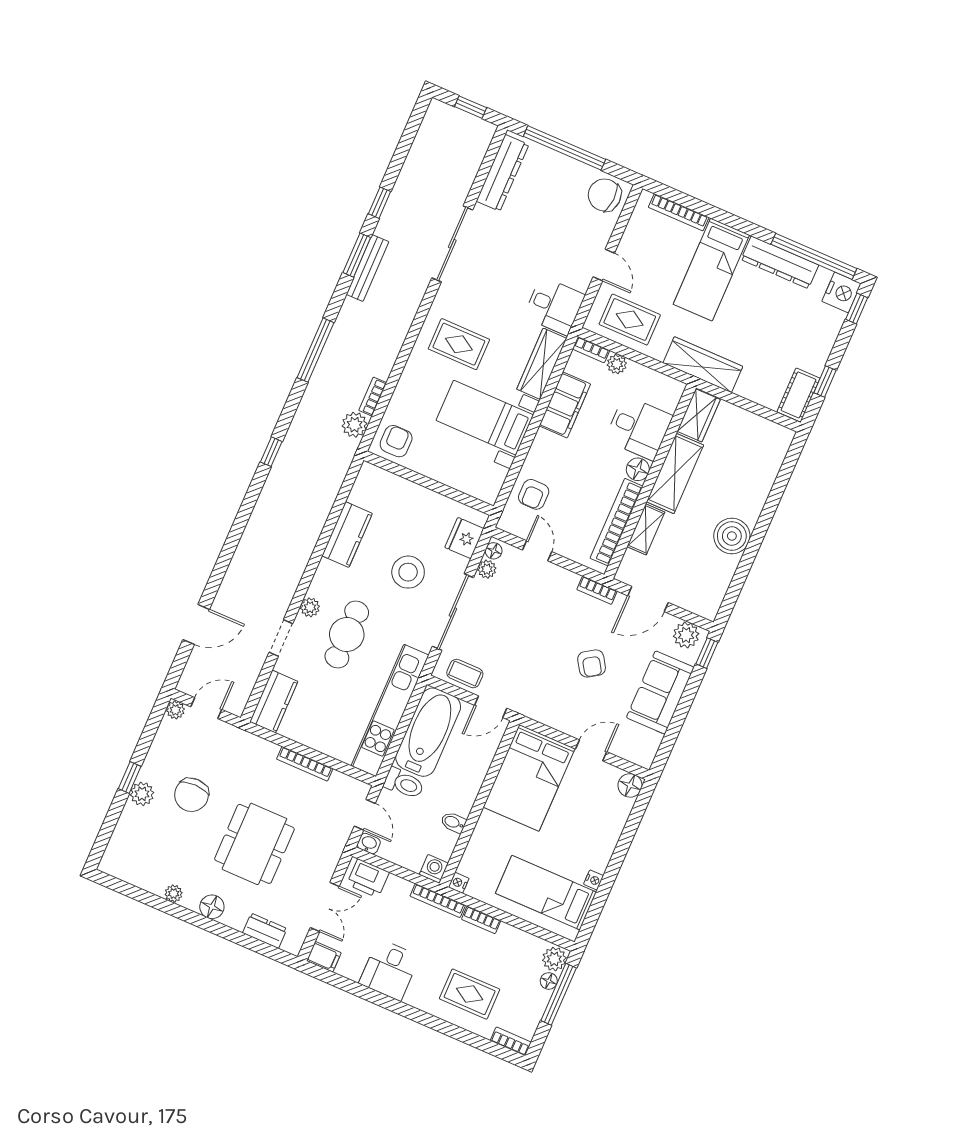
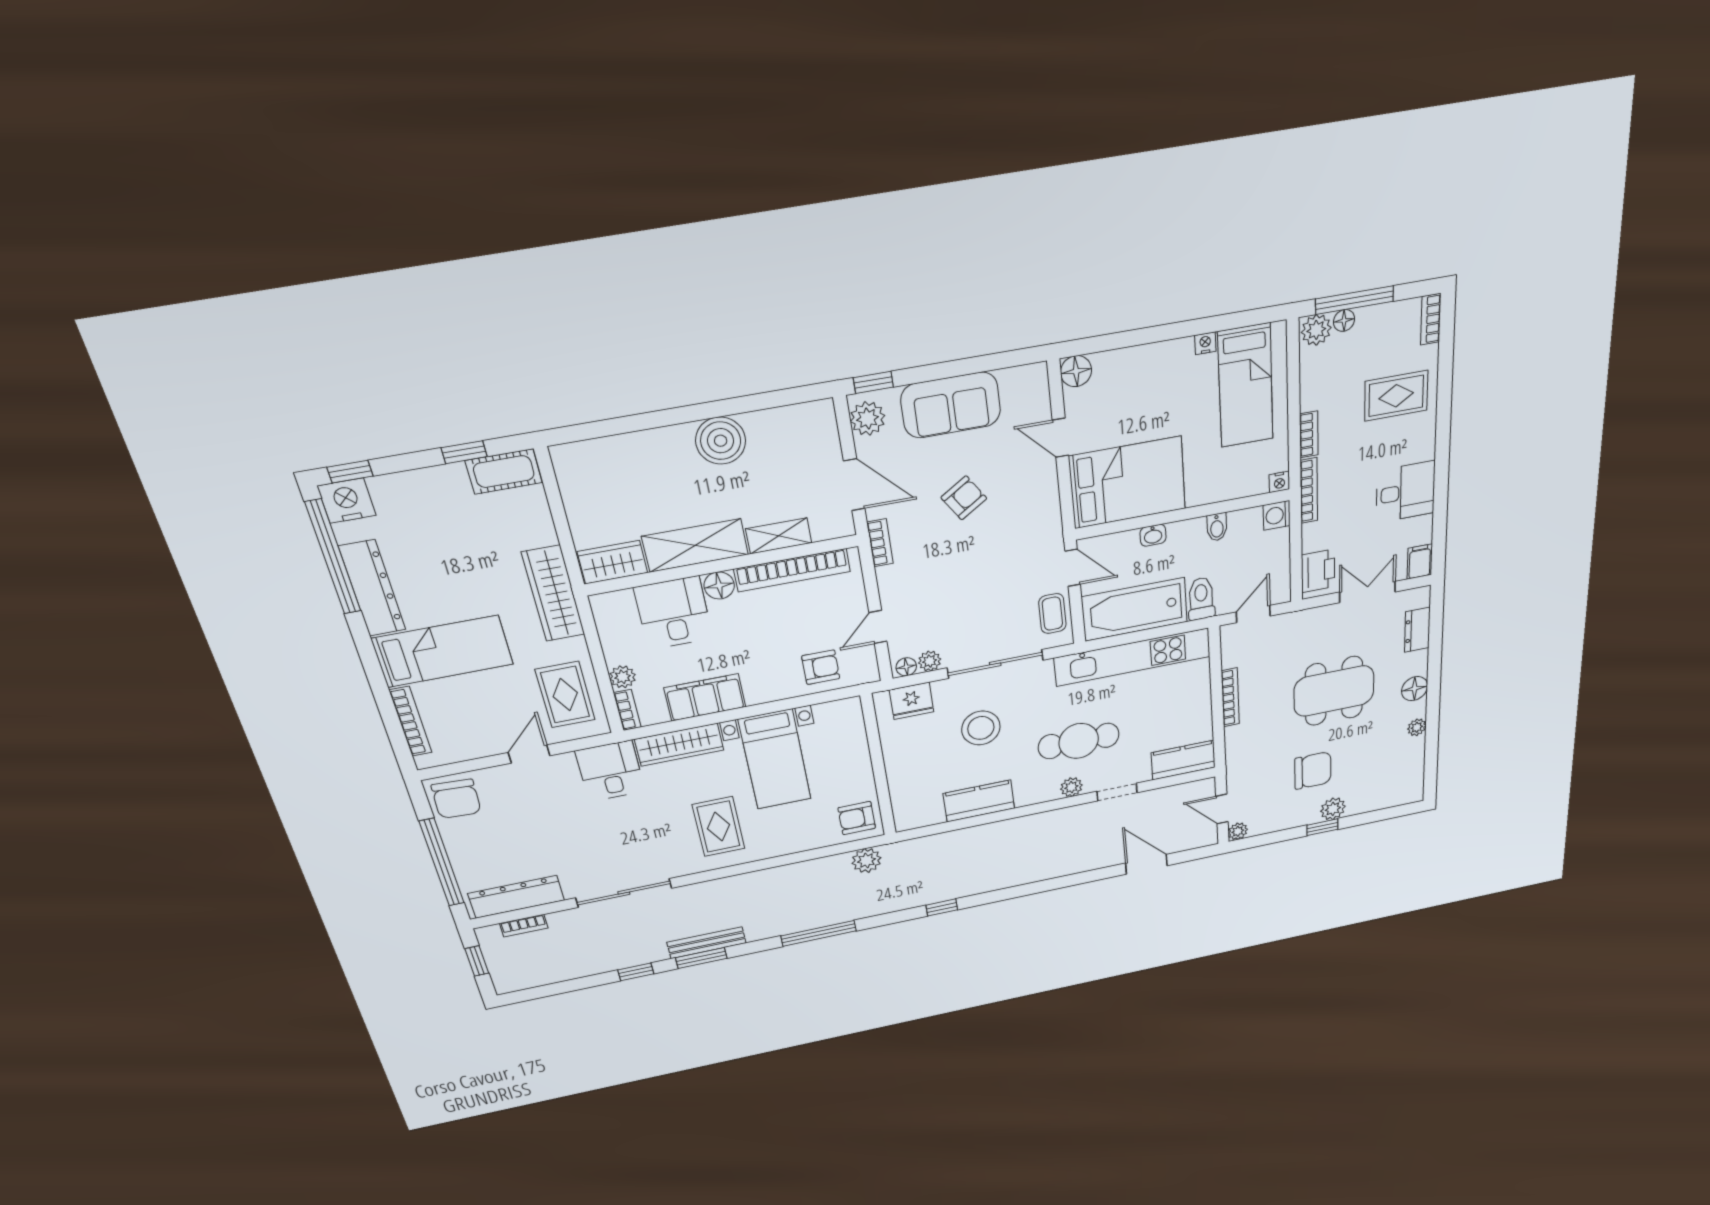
bookcase: (373, 397) -> (524, 926), moved
washbasin: (369, 844) -> (1153, 535), moved, turned -90
rug: (470, 994) -> (1396, 396), turned 90

